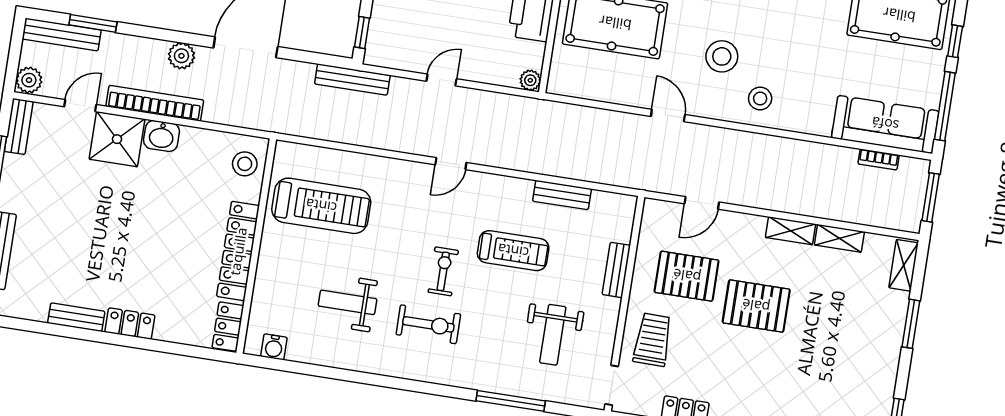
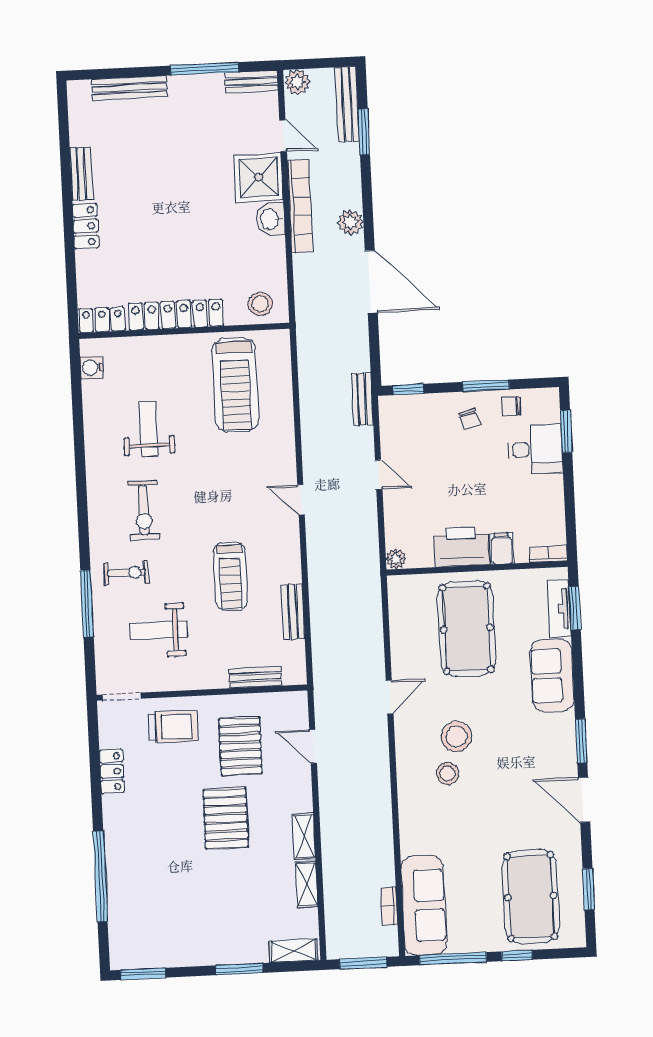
bench: (352, 80) -> (362, 399), width x0.73
stool: (760, 99) -> (447, 773), moved
bench: (616, 270) -> (255, 677), moved
exercise bike: (443, 271) -> (126, 573), moved

